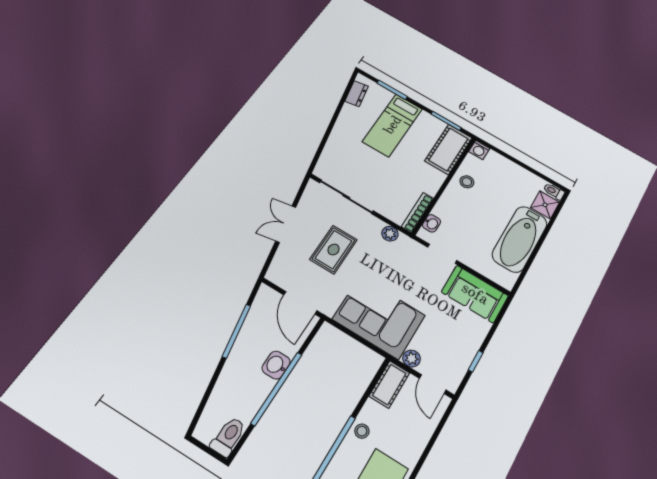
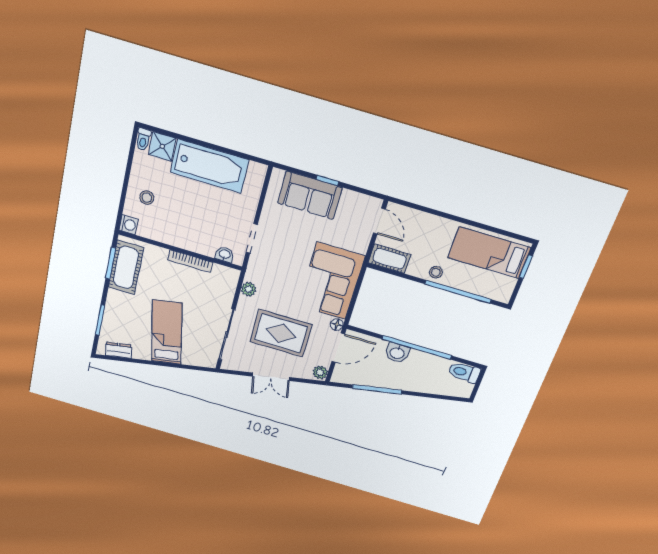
bed: (393, 125) -> (167, 332), moved, turned -101
cot: (449, 149) -> (126, 267), moved, turned 90
stool: (467, 182) -> (147, 198), moved
bookcase: (417, 212) -> (190, 261), moved
rug: (334, 250) -> (281, 333), width x1.36, depth x1.43
sofa: (475, 294) -> (310, 195), moved, turned 90
floor lamp: (328, 309) -> (337, 325), added
plant: (412, 359) -> (320, 372), moved
window: (476, 361) -> (327, 180), moved
door: (433, 384) -> (379, 221), hinge flipped

